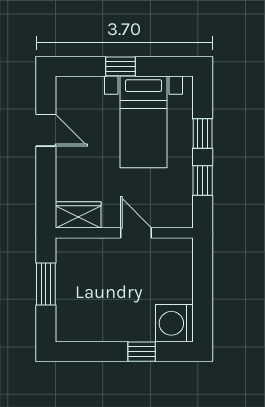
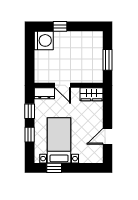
window: (121, 66) -> (54, 168), moved
door: (46, 130) -> (107, 136), hinge flipped
dresser: (173, 217) -> (44, 93), added

